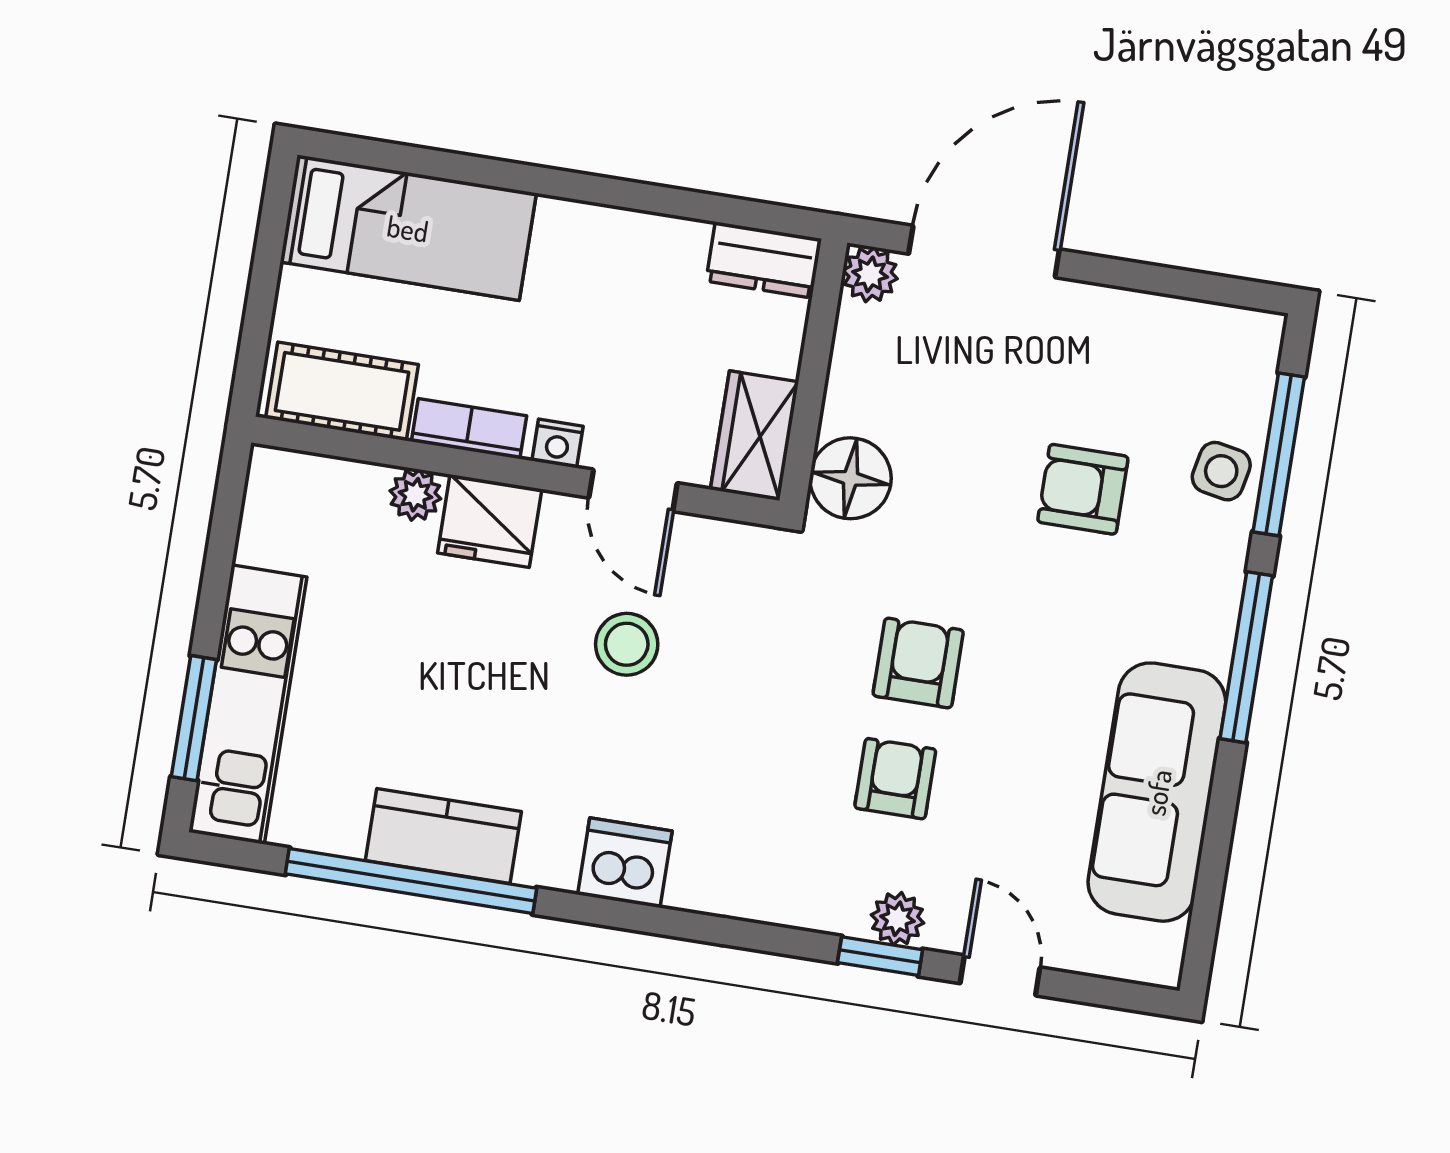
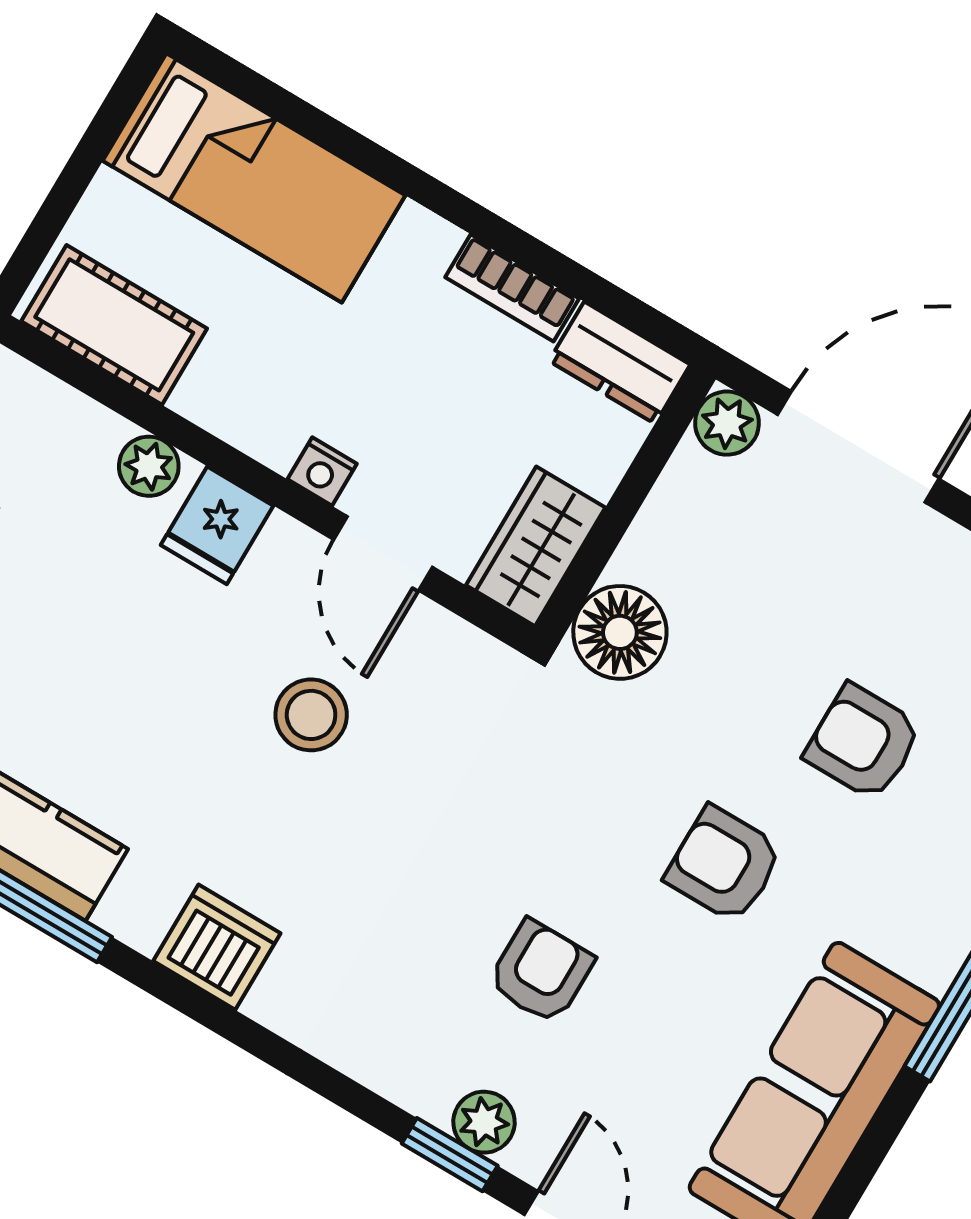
bookcase: (469, 429) -> (512, 288), moved, turned 180
fridge: (490, 521) -> (217, 525), width x0.72
armchair: (918, 663) -> (724, 864), moved, turned -90

